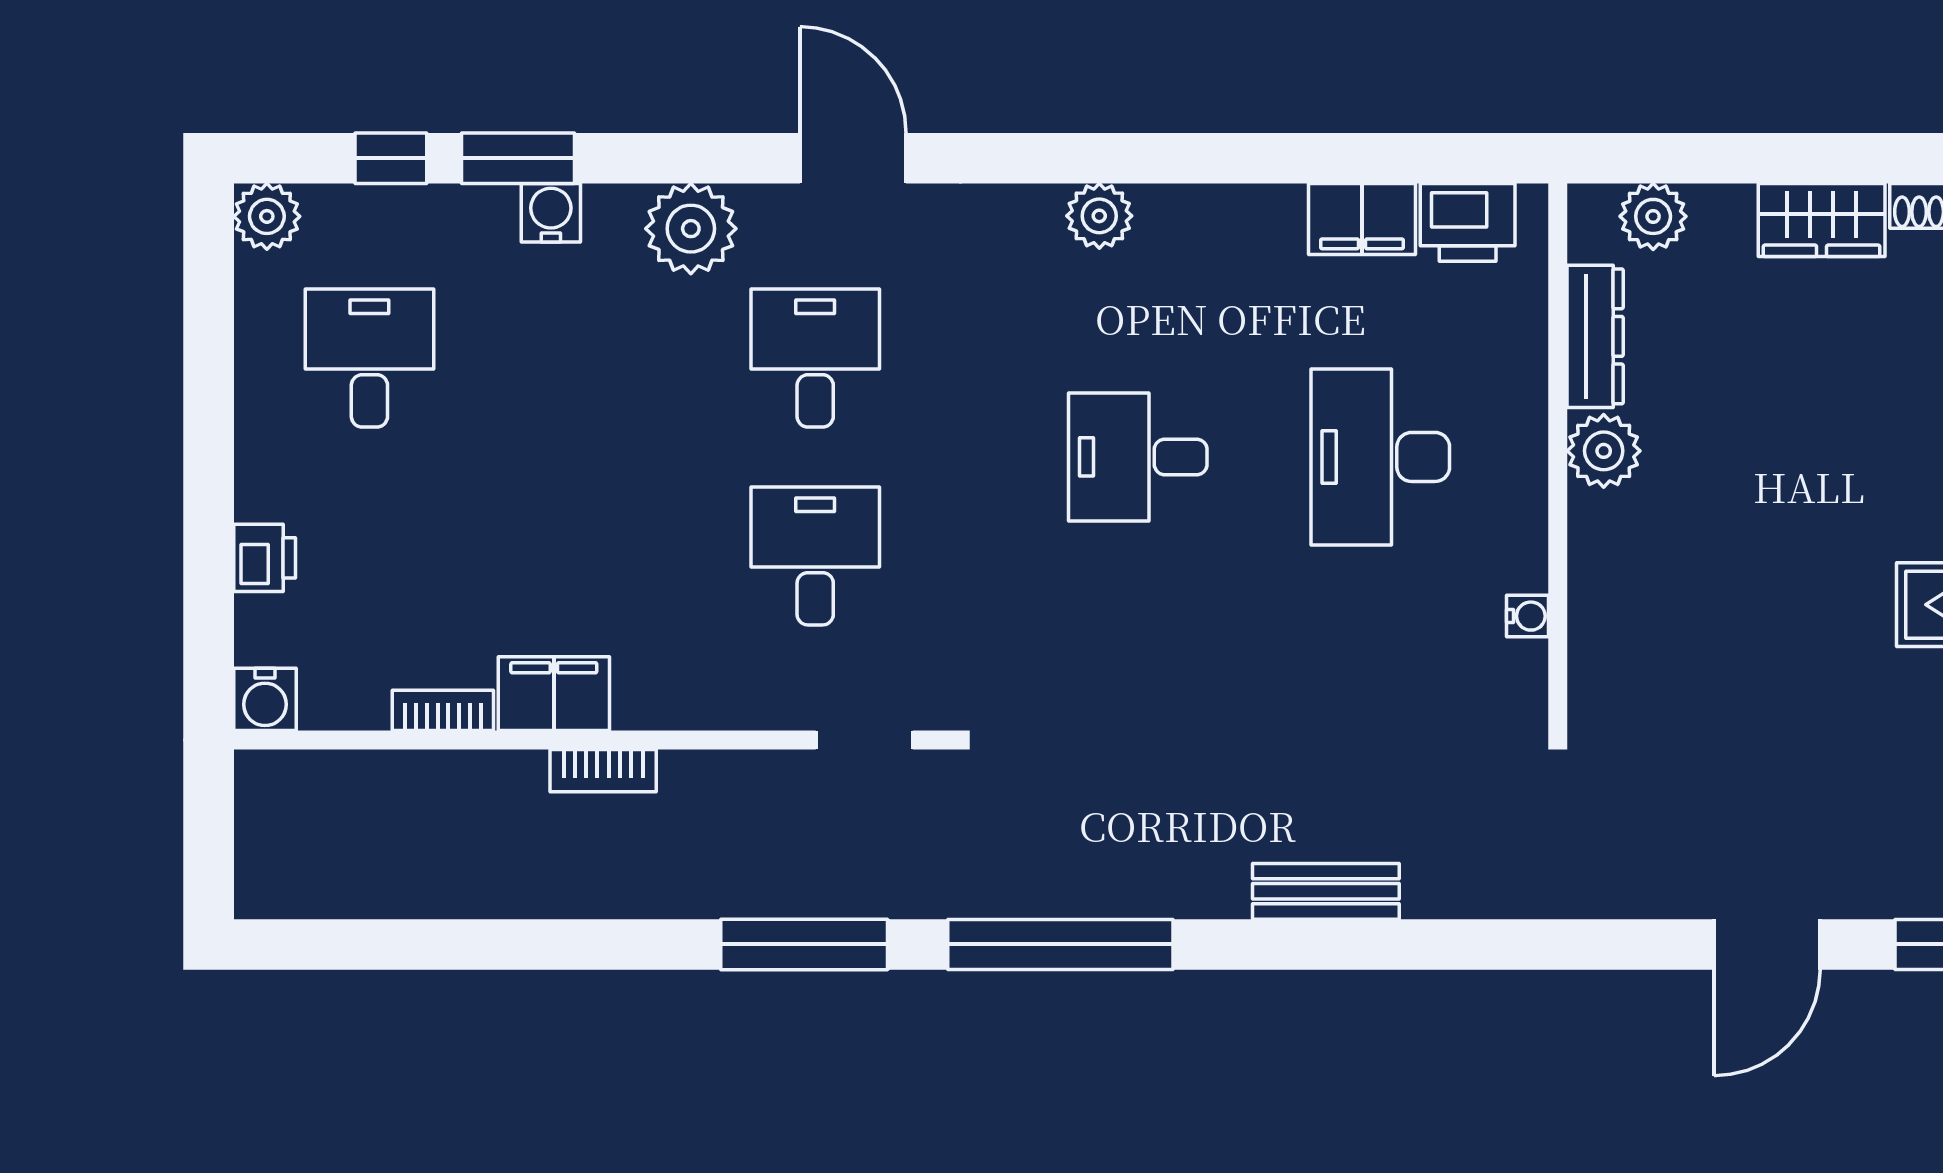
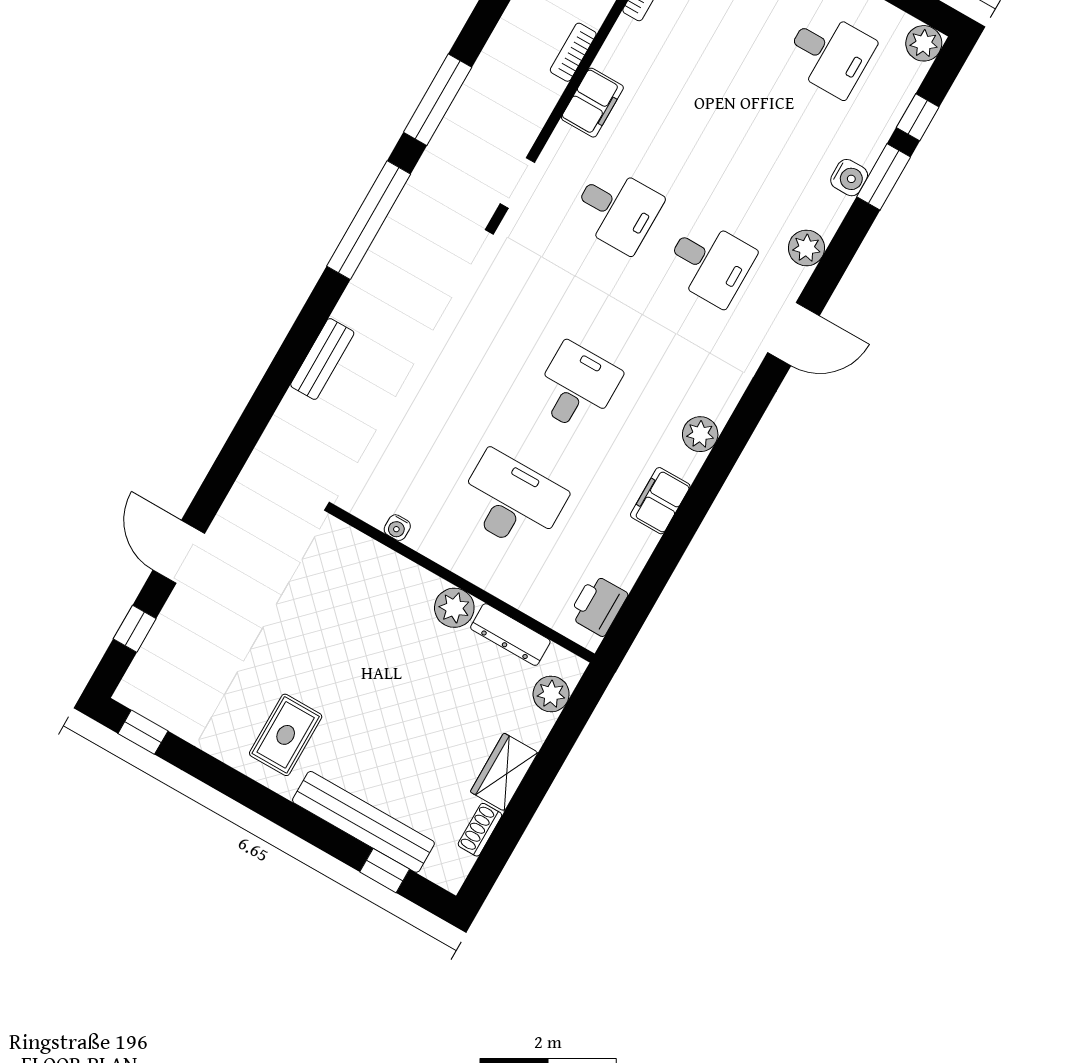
filing cabinet: (1362, 219) -> (660, 501), moved
plant: (691, 229) -> (806, 248), width x0.73, depth x0.73
filing cabinet: (554, 694) -> (592, 103), moved

